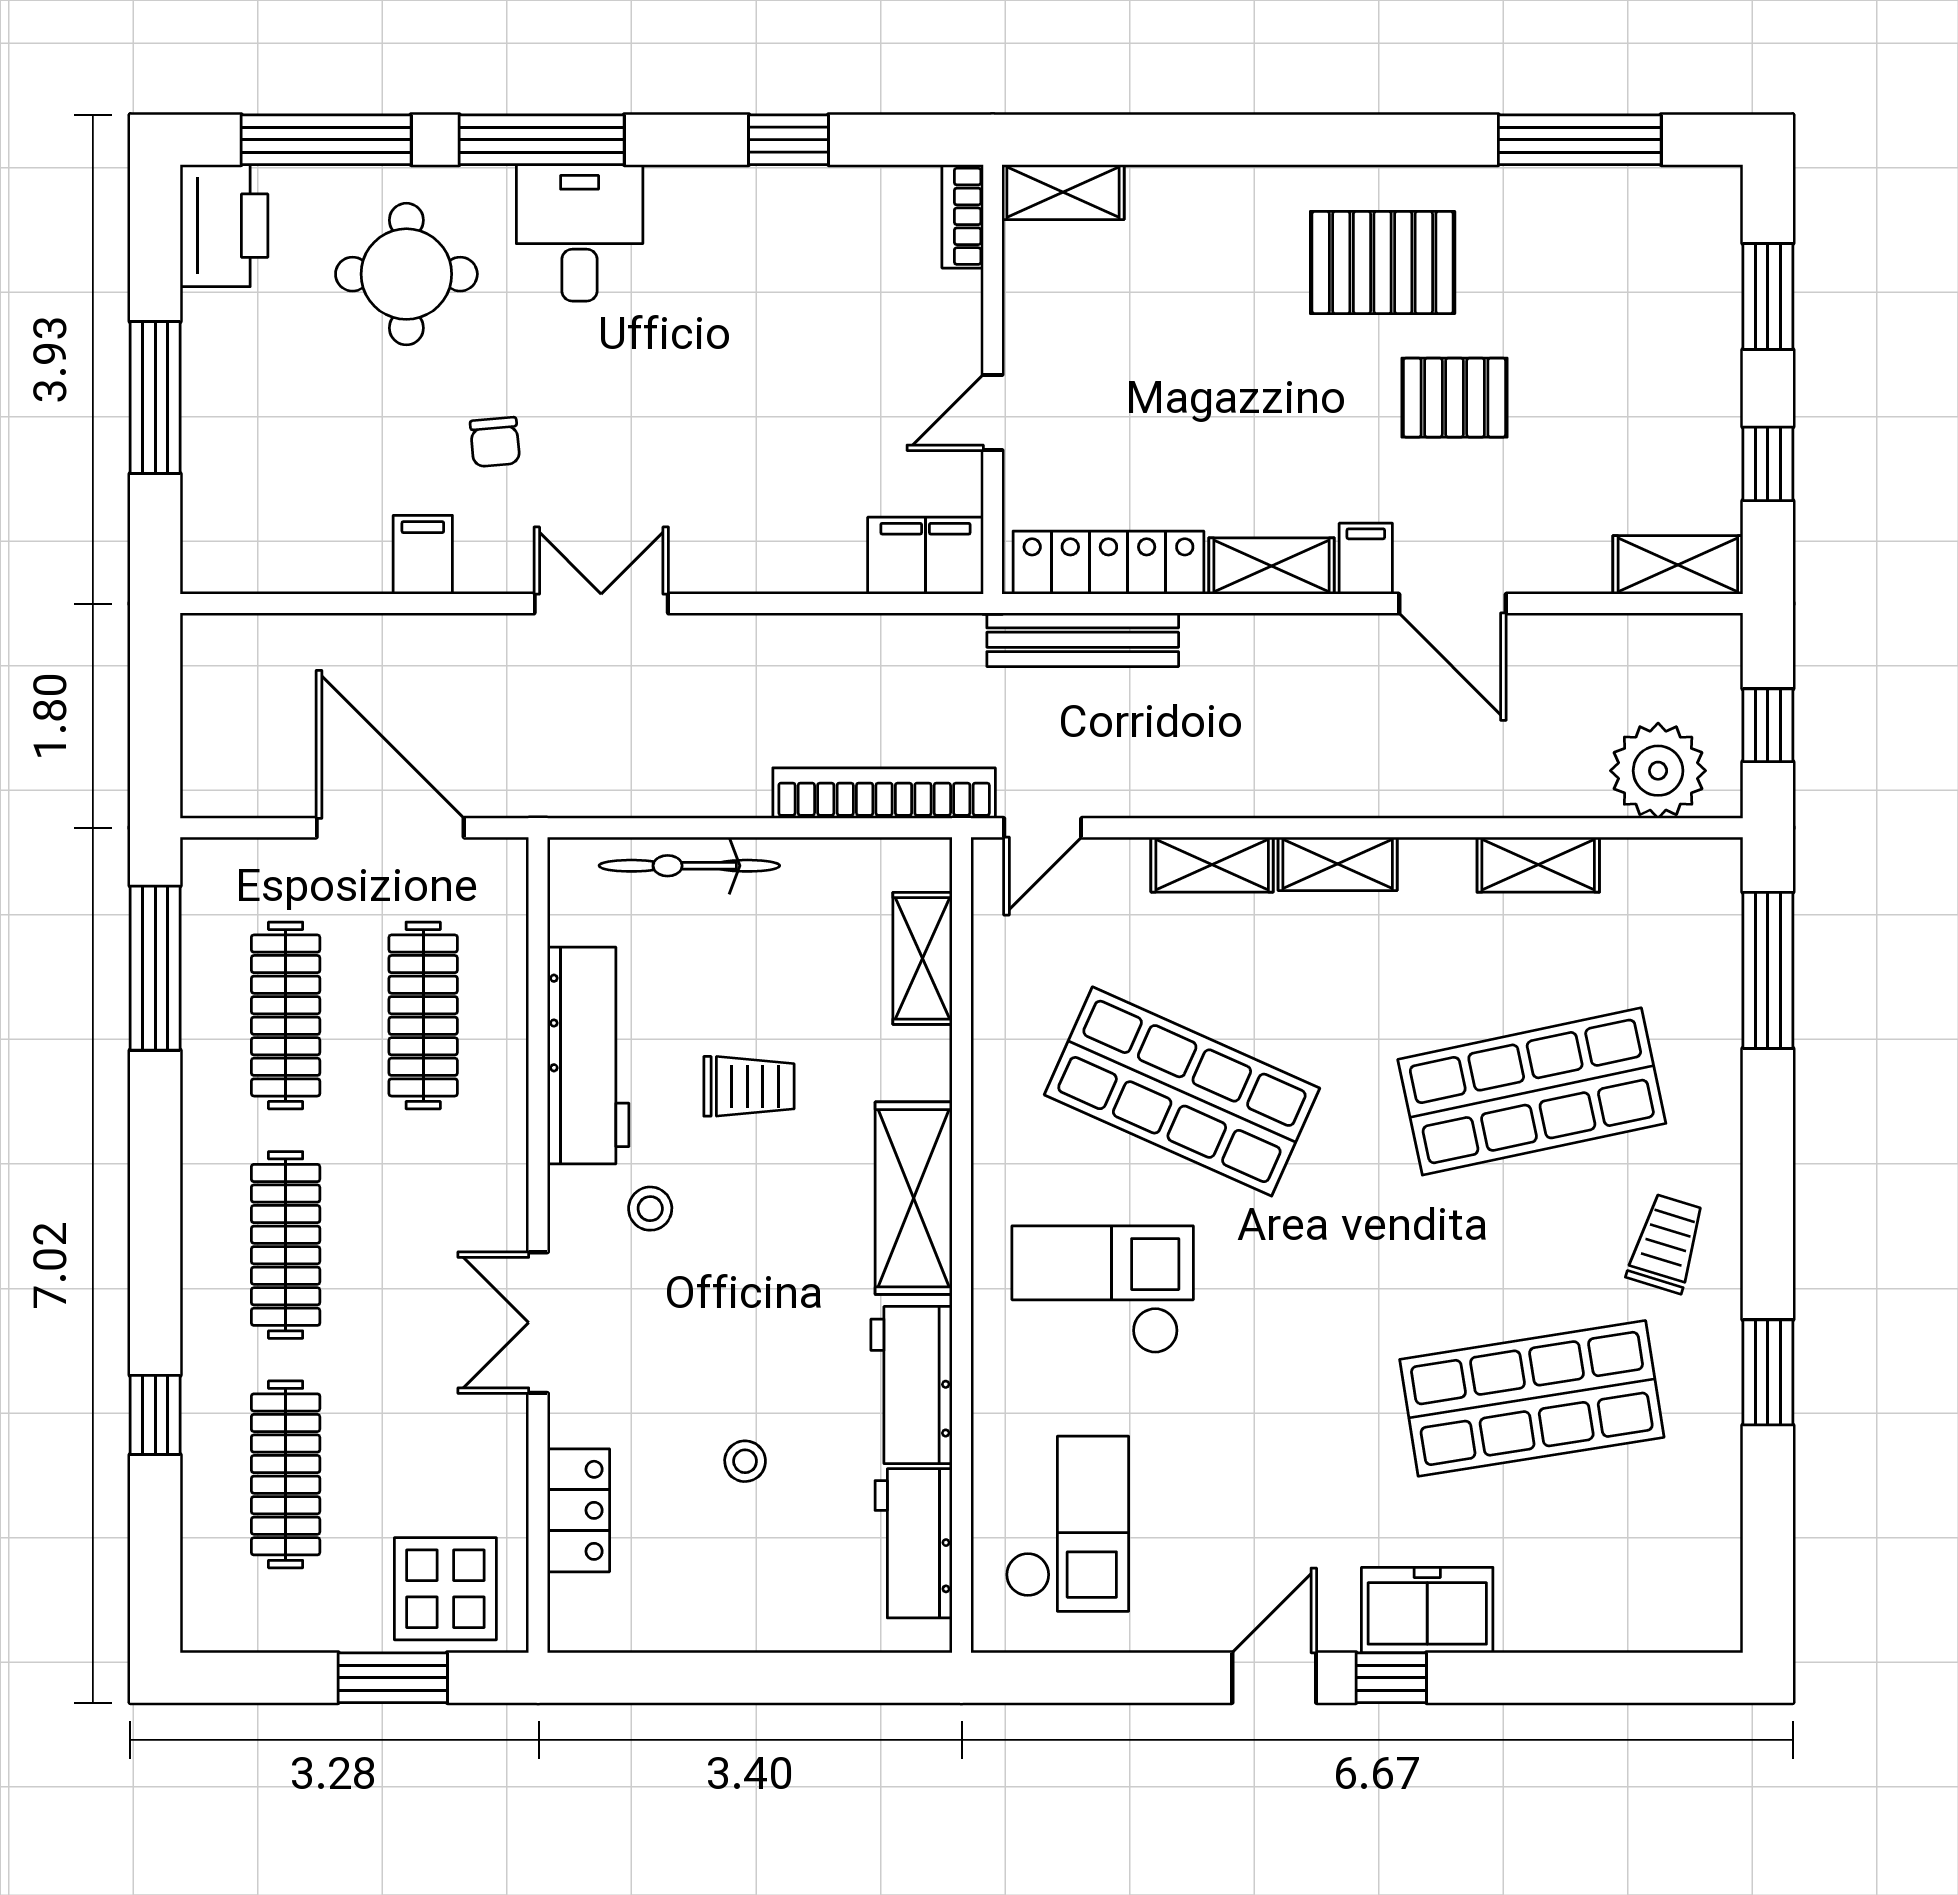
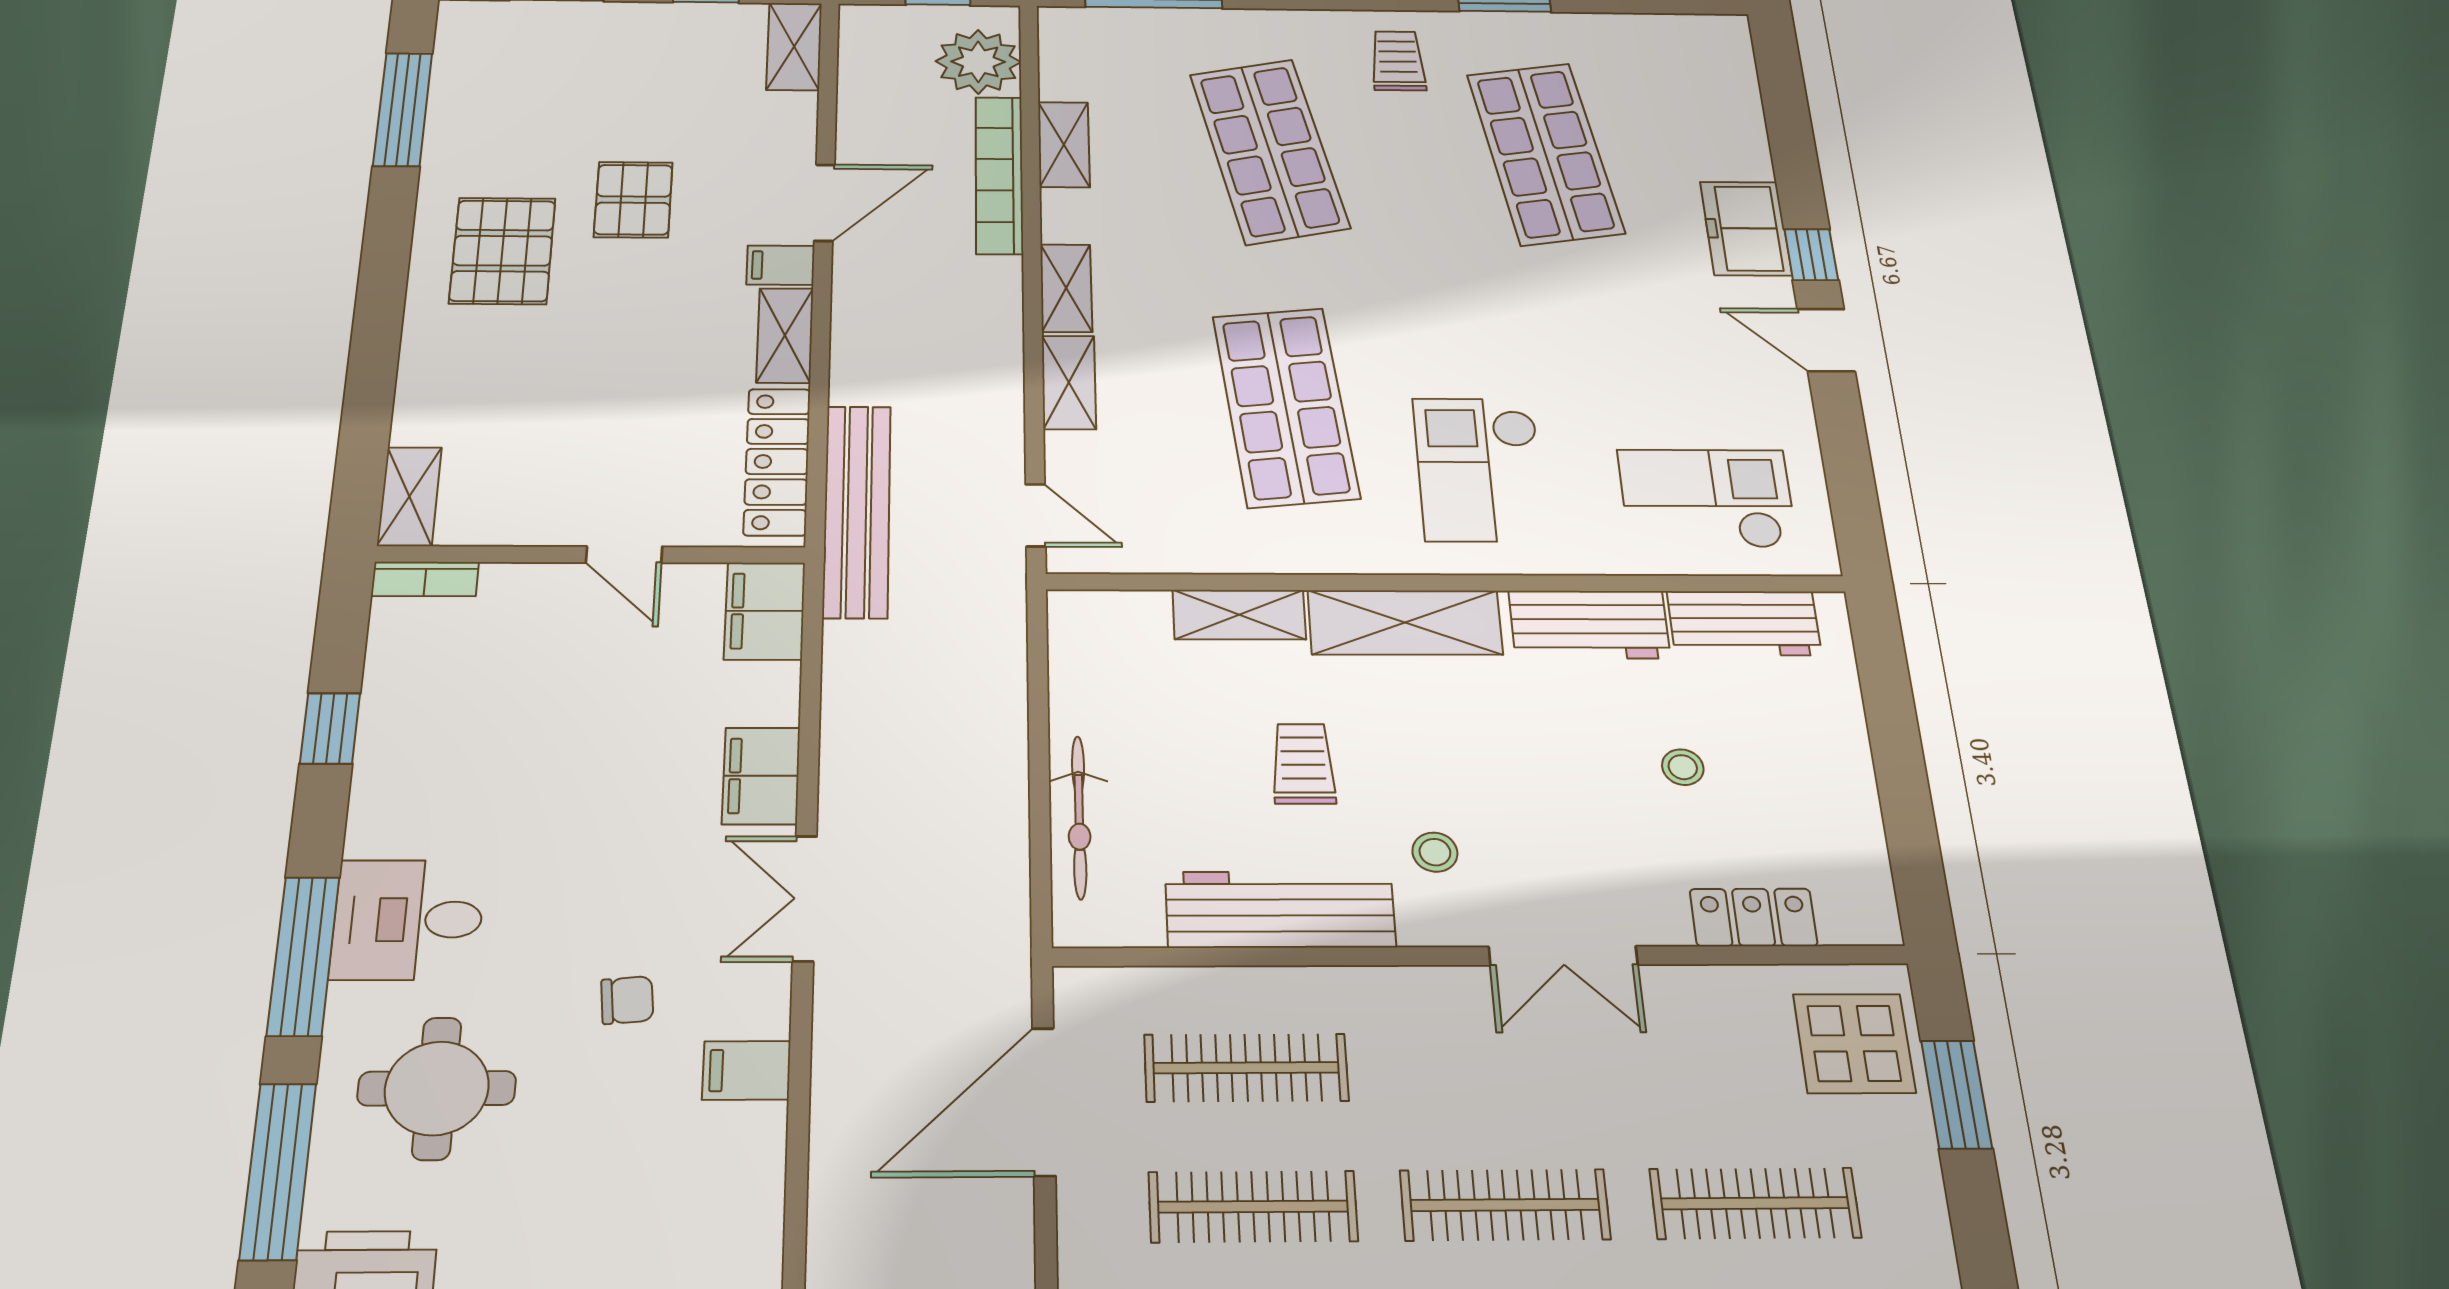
filing cabinet: (735, 558) -> (761, 776), added
bench: (1083, 640) -> (857, 511), width x1.37, depth x1.21
bookcase: (884, 793) -> (999, 175), moved
shelving: (922, 958) -> (1239, 615), moved
shop shelf: (1182, 1091) -> (1286, 407), turned -30
trolley: (1666, 1244) -> (1398, 61), turned 73

